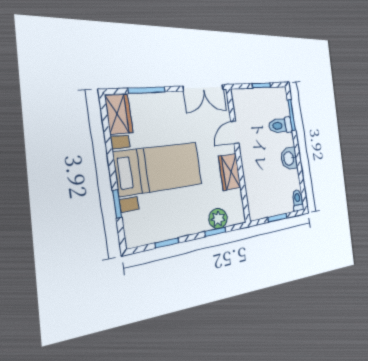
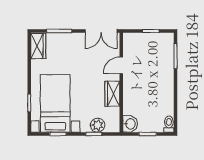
toilet: (281, 125) -> (163, 64), removed
washbasin: (289, 158) -> (130, 124), moved, turned 180
bed with nightstands: (159, 169) -> (55, 103), moved, turned -90

